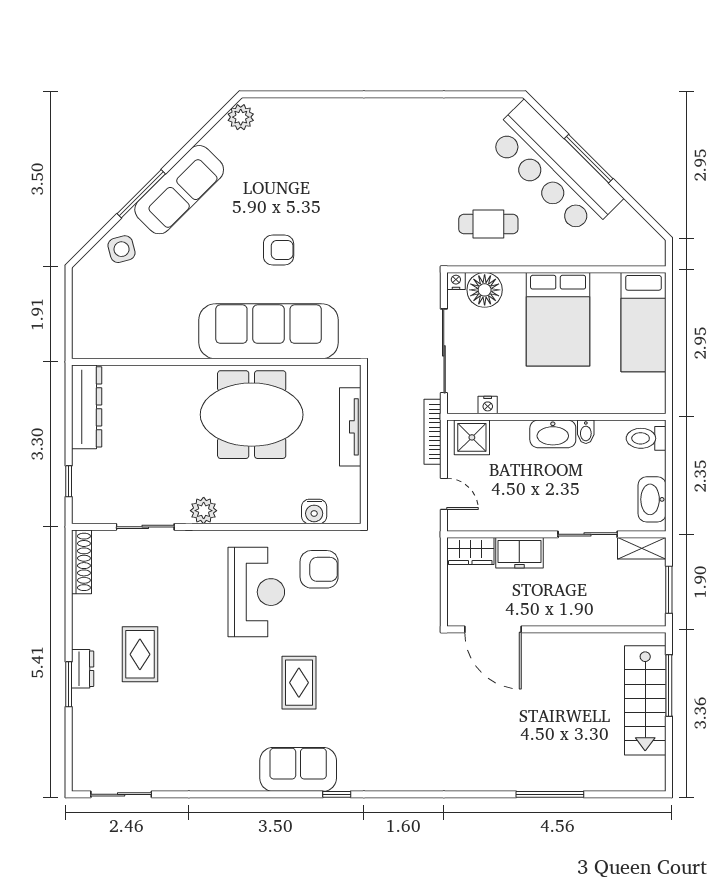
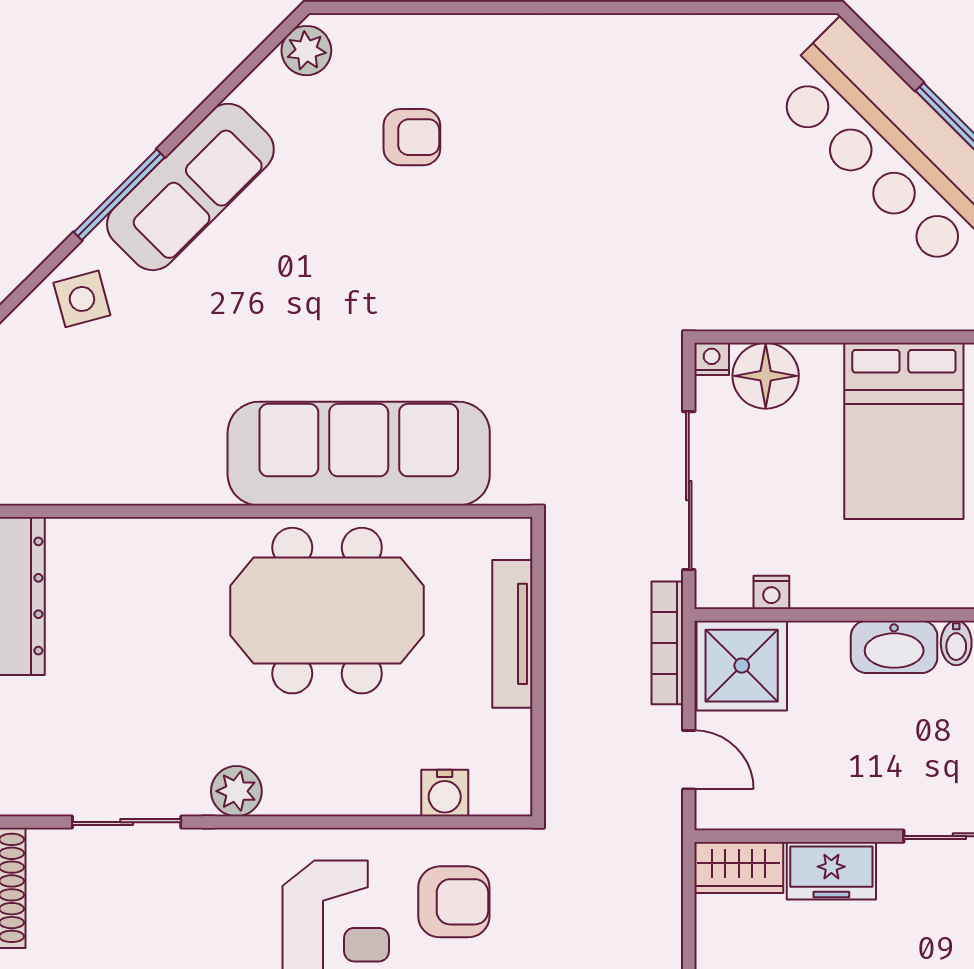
cafe table: (488, 224) -> (773, 252), removed
armchair: (279, 250) -> (412, 137), moved
shower: (472, 437) -> (742, 666), width x1.36, depth x1.36

